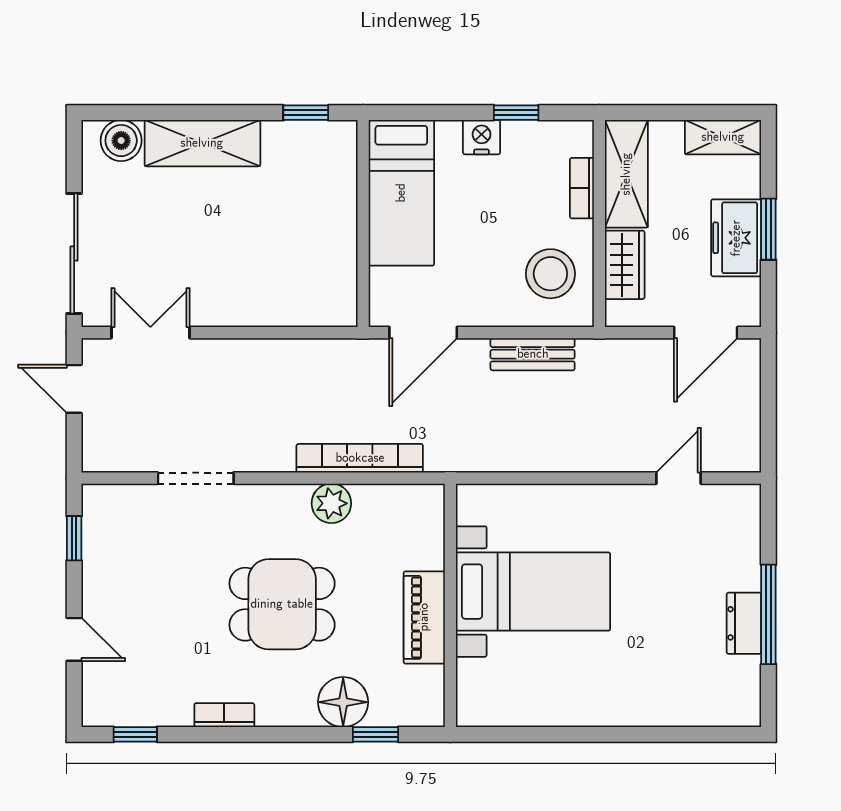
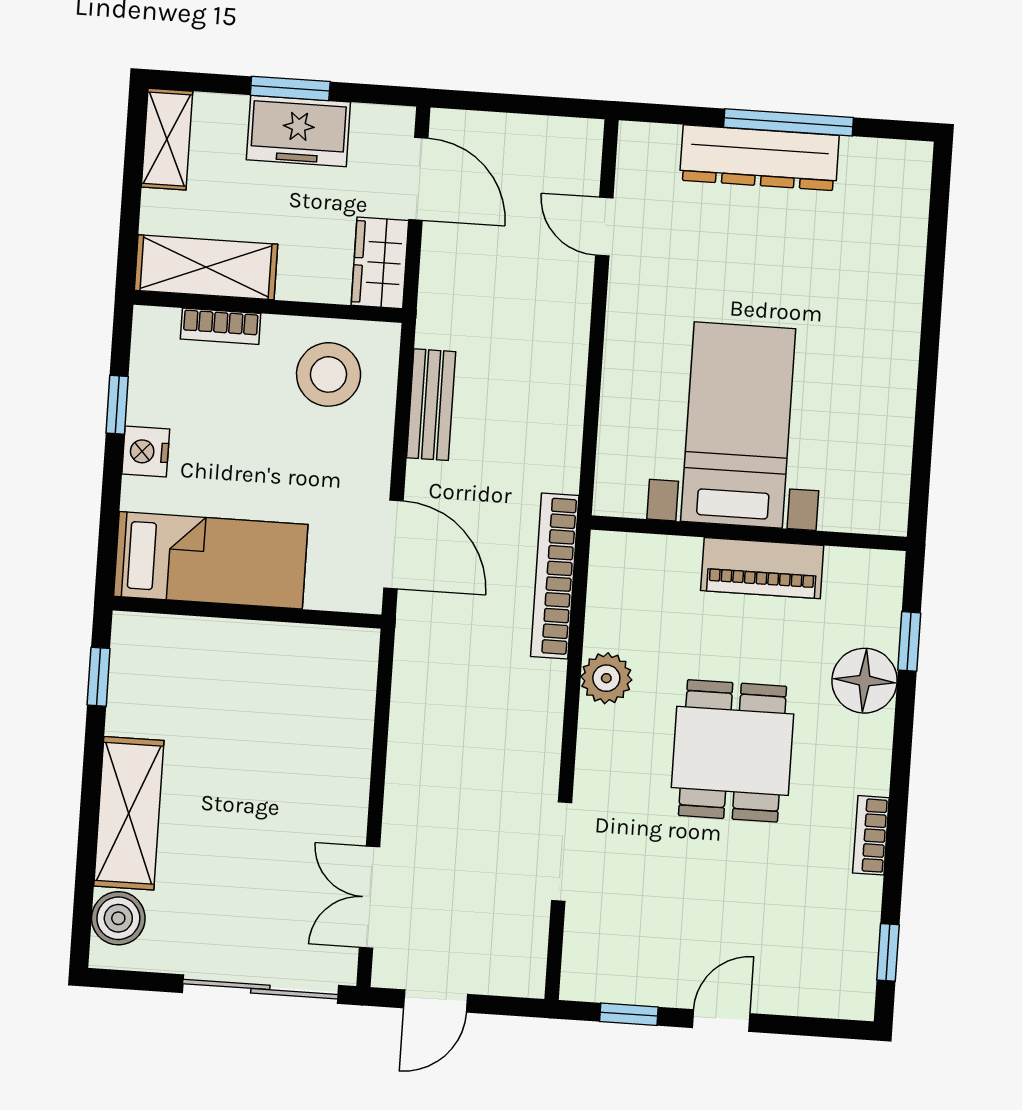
wardrobe: (625, 265) -> (380, 263), moved, turned -90
bookcase: (360, 458) -> (555, 576), moved
dresser: (744, 623) -> (759, 158), width x1.96, depth x1.24
door: (74, 639) -> (721, 1021), moved

